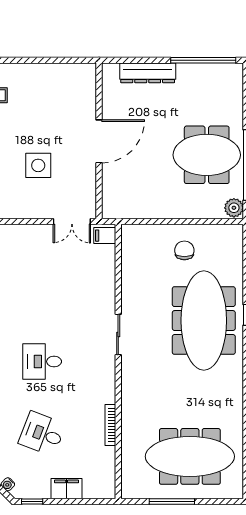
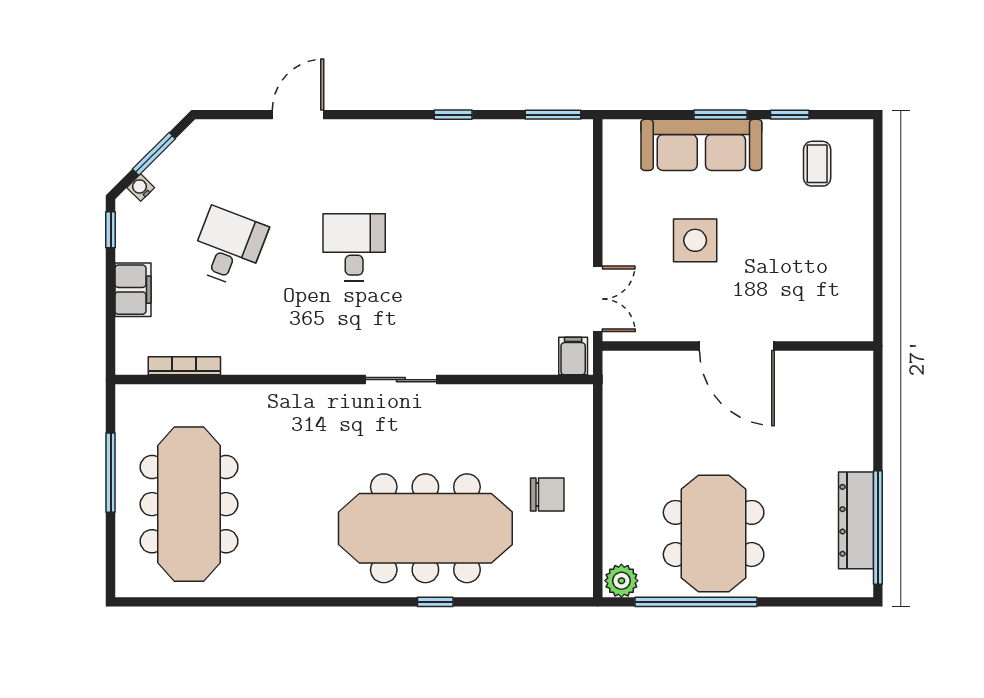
dresser: (148, 73) -> (856, 520), moved
double door: (72, 221) -> (598, 299), swing flipped
bookcase: (110, 425) -> (184, 366), moved

